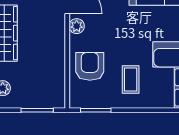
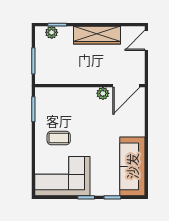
armchair: (90, 66) -> (70, 104), removed

